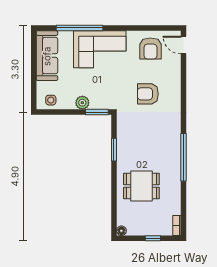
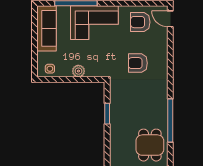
armchair: (150, 49) -> (140, 22), turned 90
window: (97, 112) -> (92, 80), removed
dining table: (141, 186) -> (150, 145), moved, turned 90

